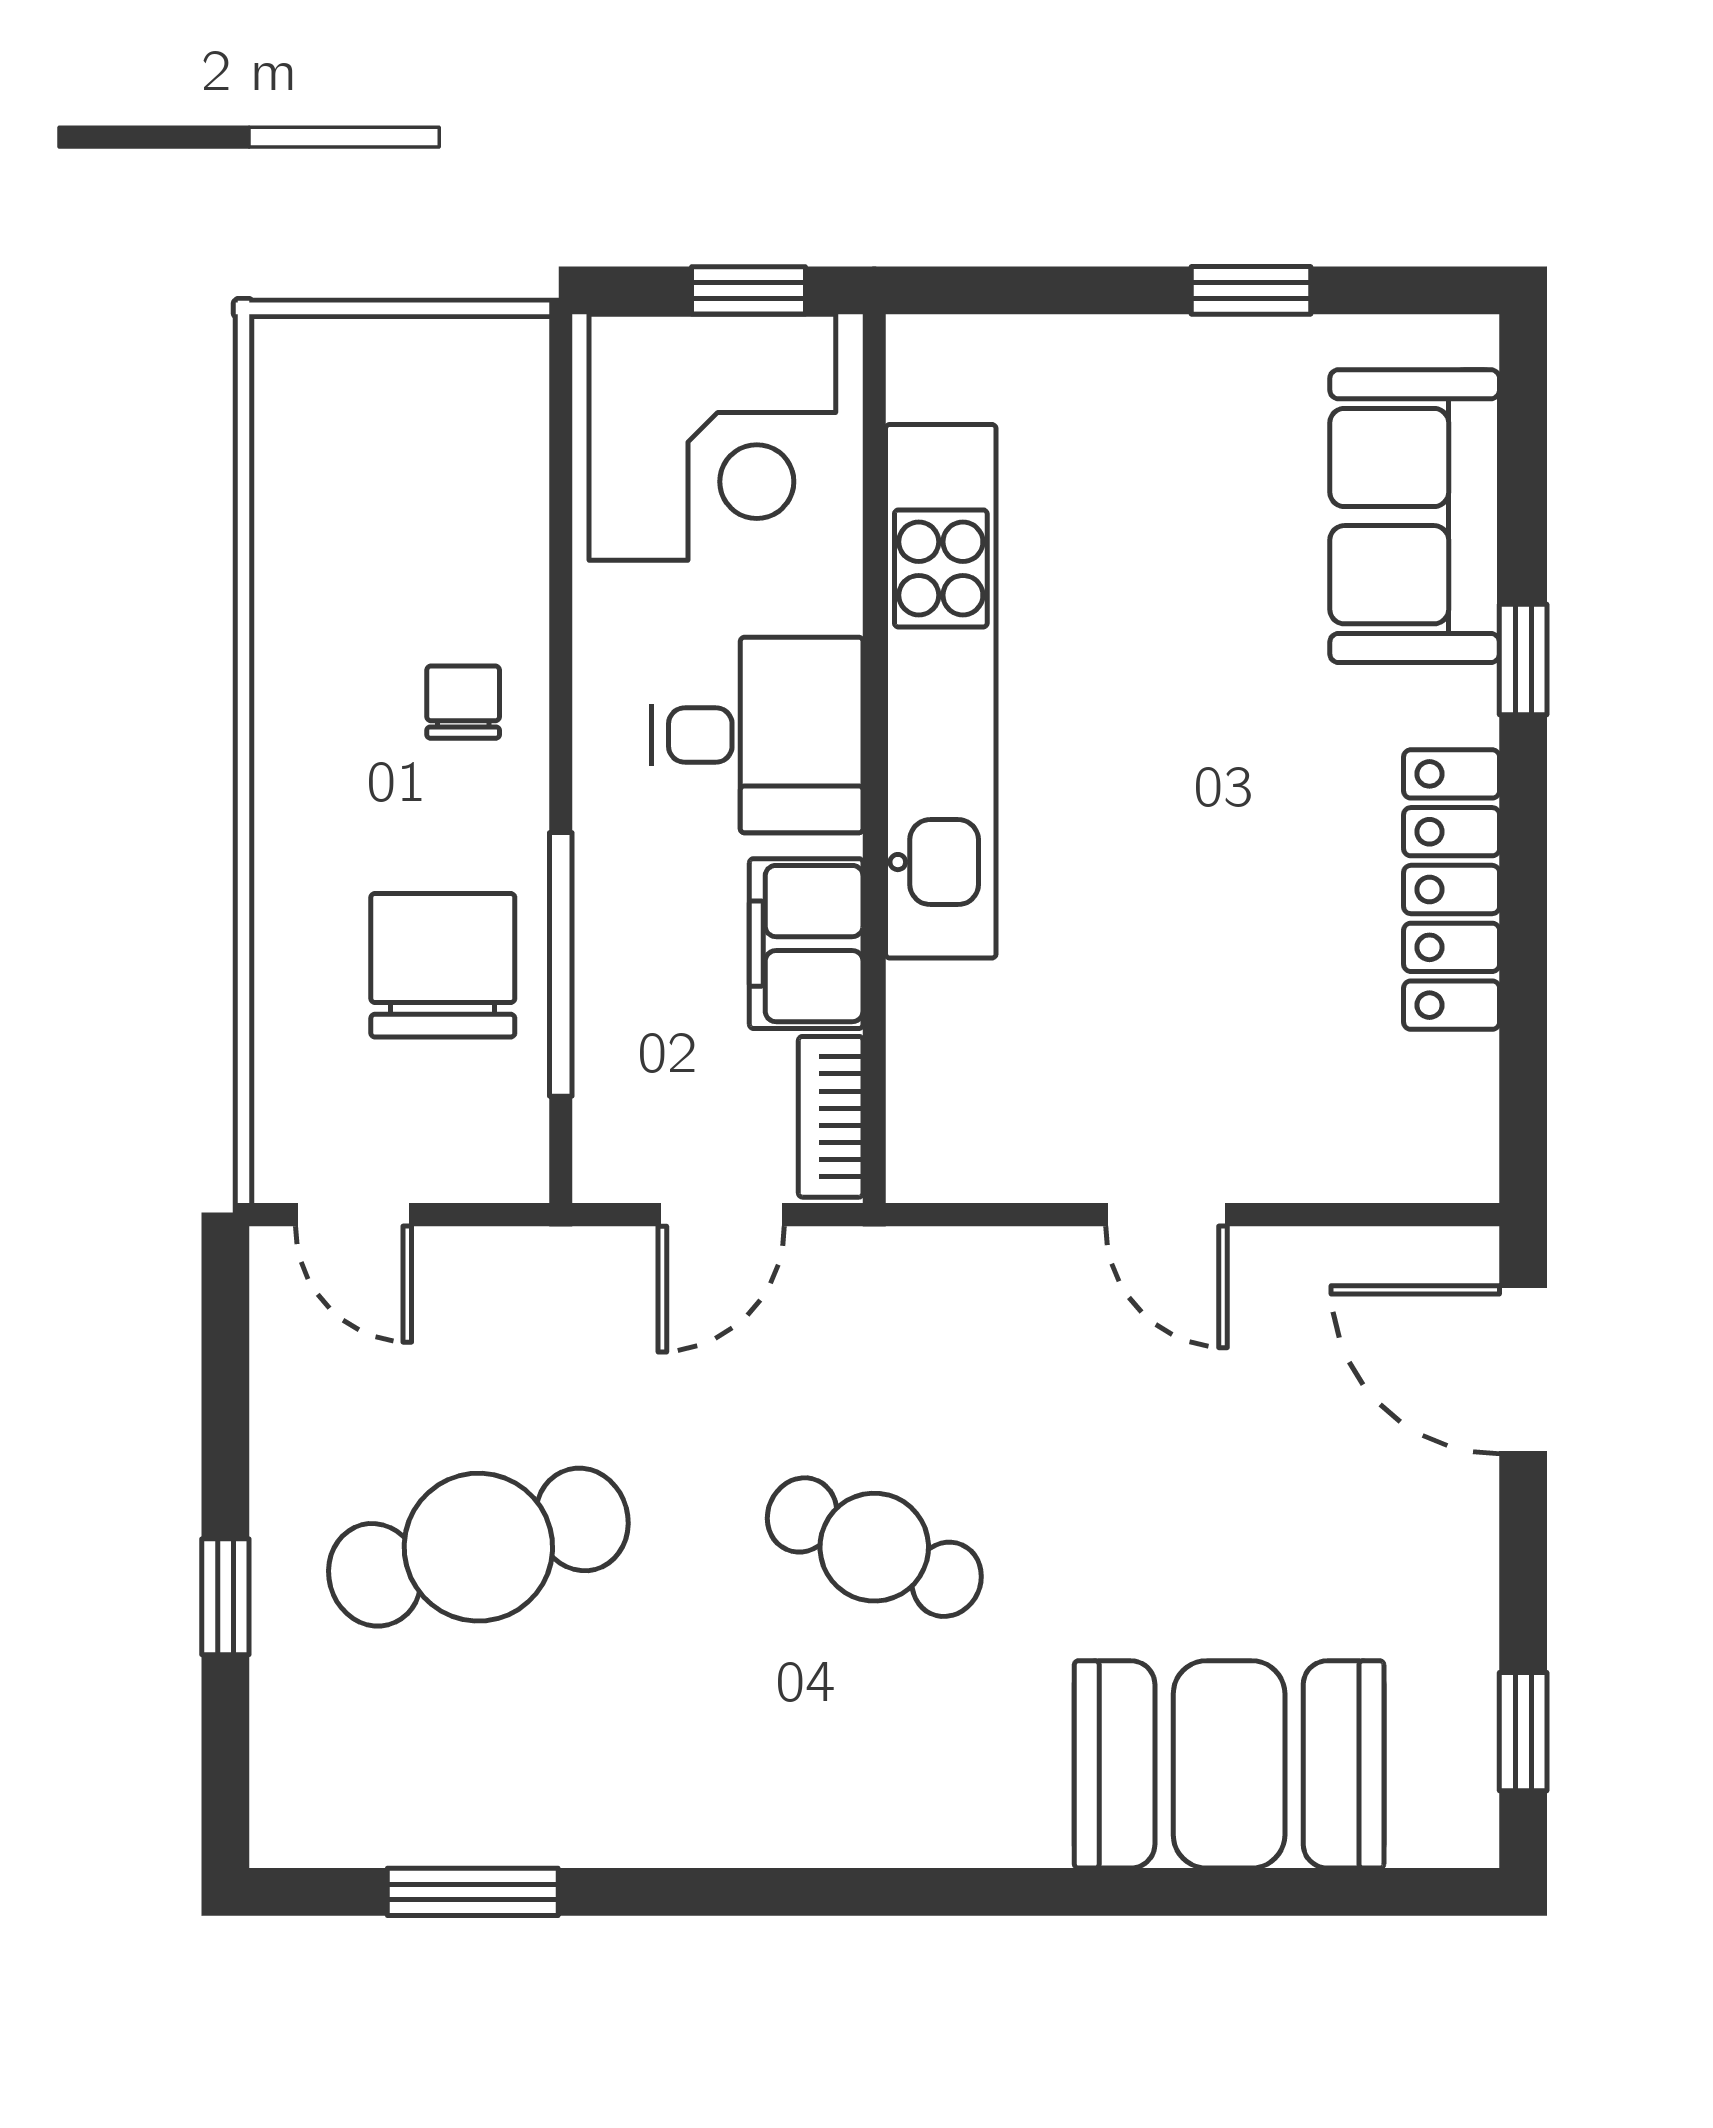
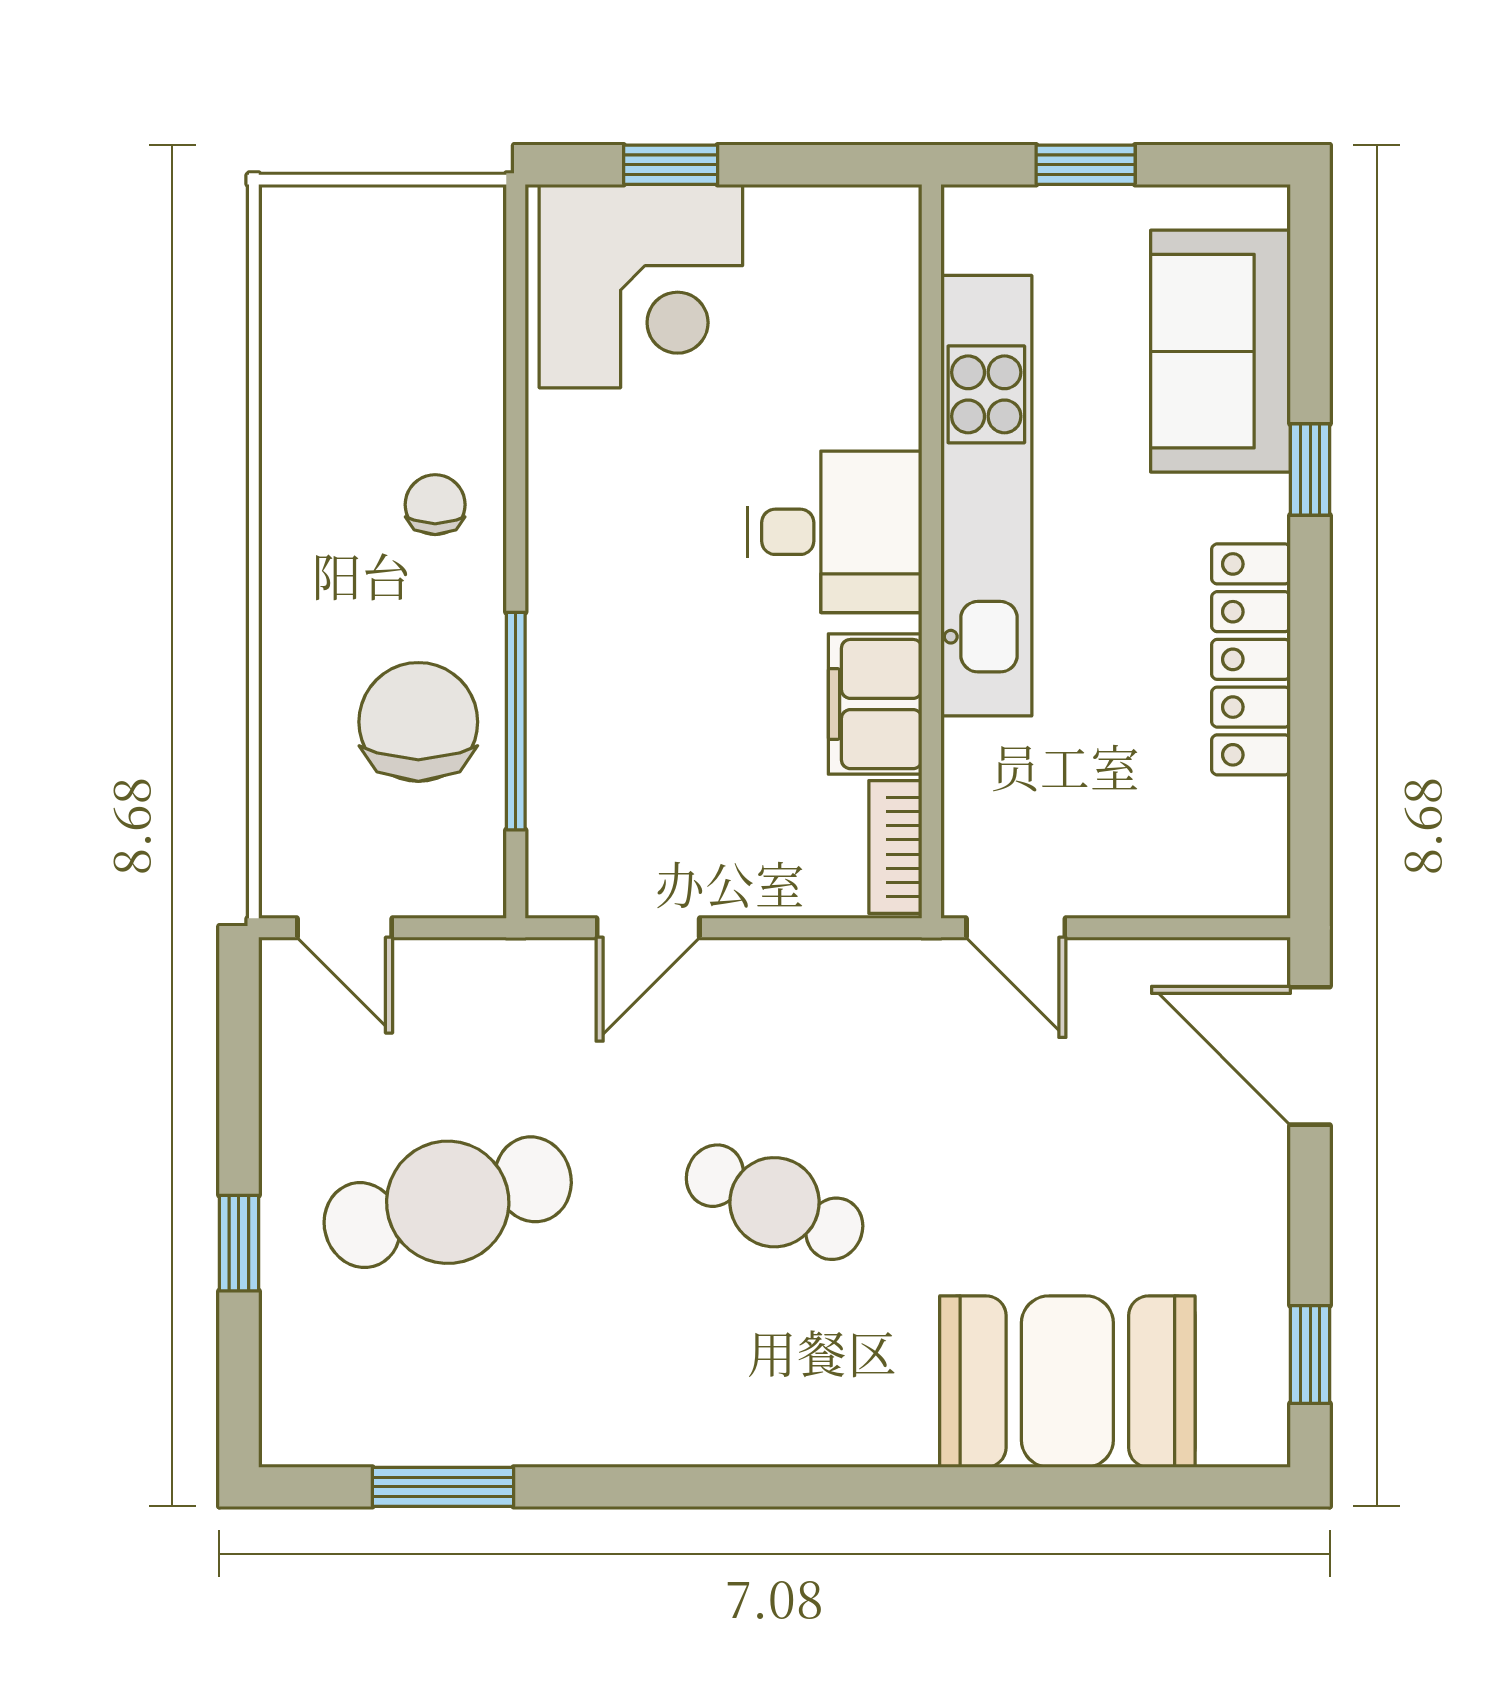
kitchen unit: (941, 691) -> (986, 496), moved
desk: (757, 735) -> (835, 532), moved
wall: (874, 759) -> (931, 551), moved
filing cabinet: (806, 944) -> (875, 704), moved
bookcase: (831, 1117) -> (895, 847), moved

